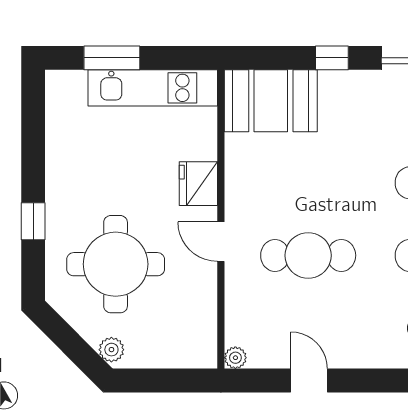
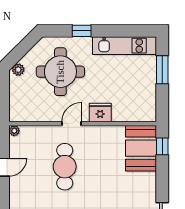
window: (332, 58) -> (162, 146), moved
kitchen unit: (153, 88) -> (125, 46), moved, turned -90

